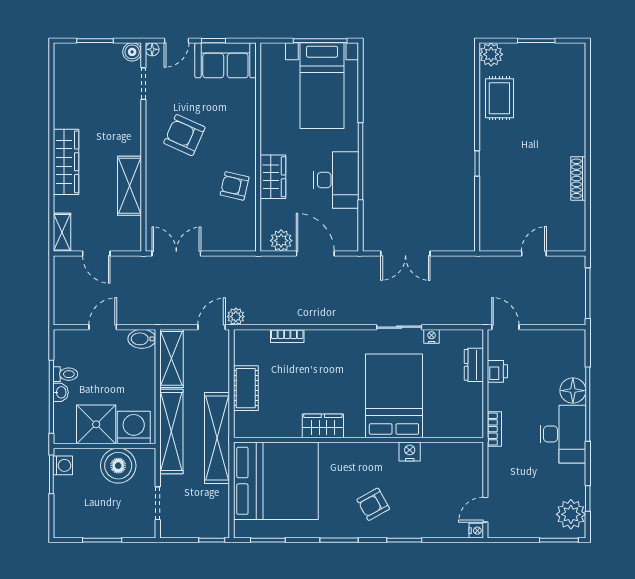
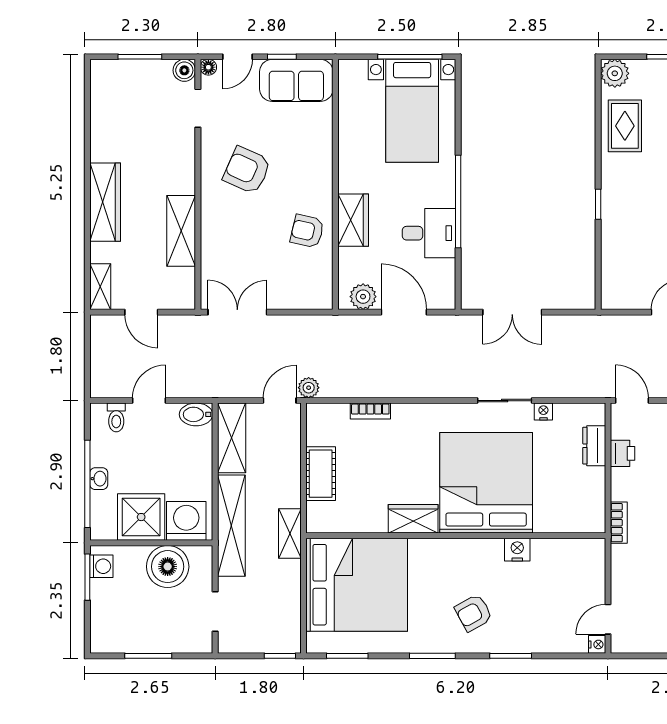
desk: (336, 180) -> (429, 233), width x0.73
toilet: (65, 374) -> (116, 417), moved, turned 90
bed: (394, 396) -> (486, 483), width x1.36
shelving: (217, 438) -> (290, 533), width x0.45, depth x0.75

